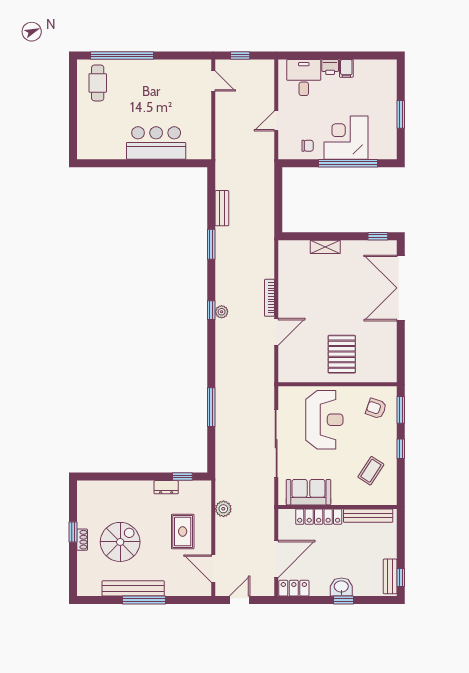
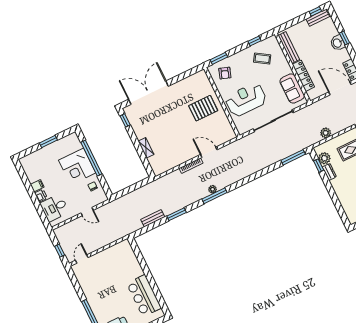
bar counter: (156, 143) -> (144, 296), moved
double door: (401, 288) -> (148, 93), swing flipped
window: (211, 310) -> (215, 196), width x2.17
window: (211, 407) -> (293, 157), moved
window: (401, 449) -> (254, 41), moved
plant: (189, 490) -> (324, 158), added

